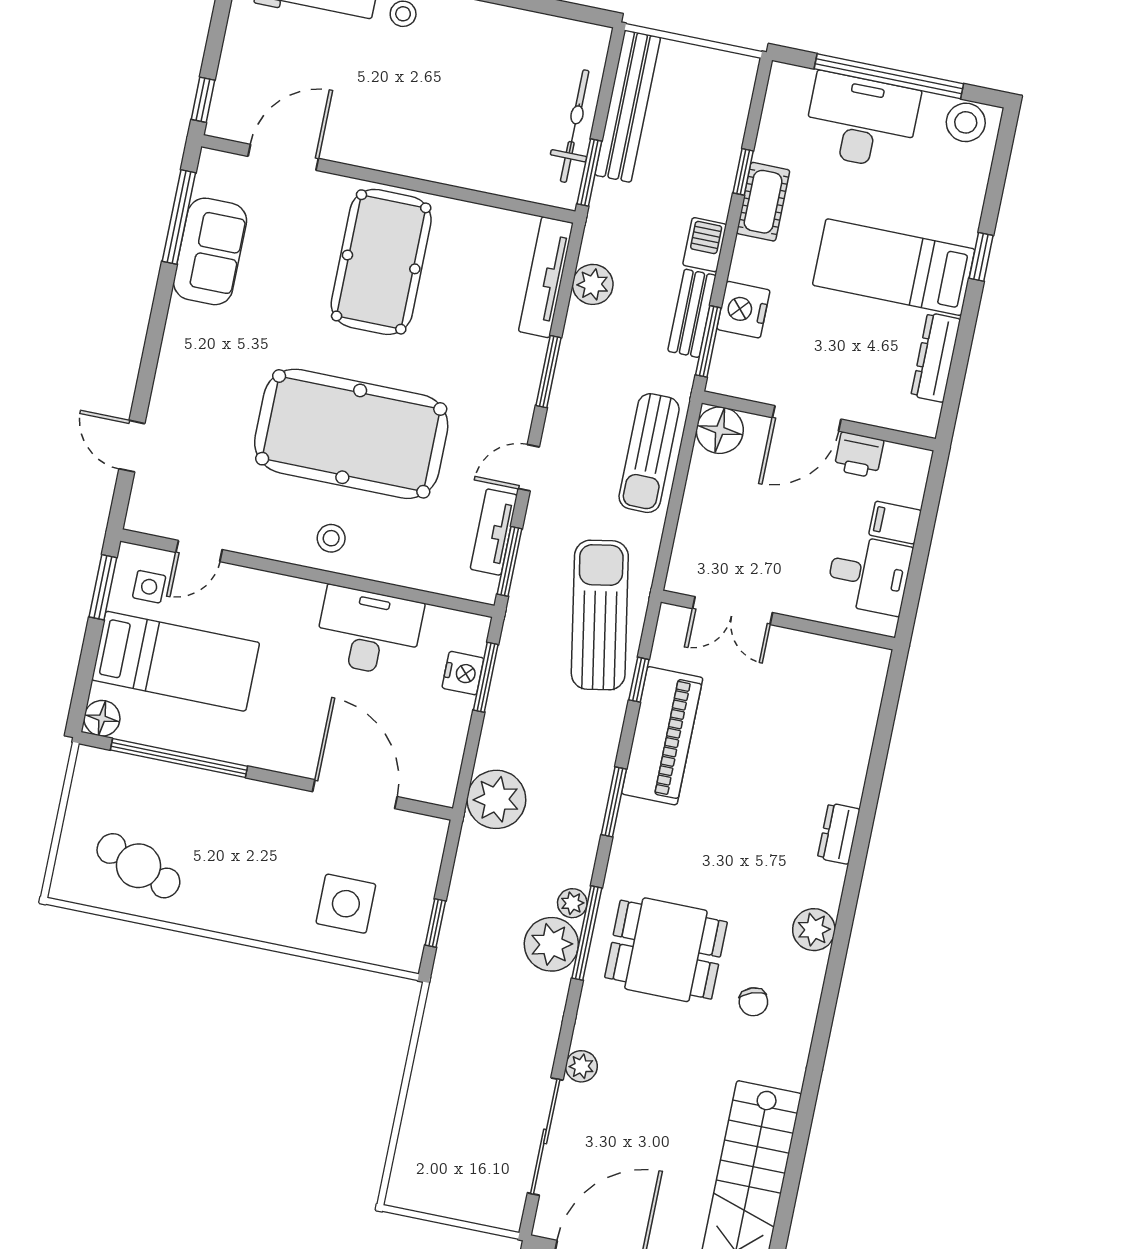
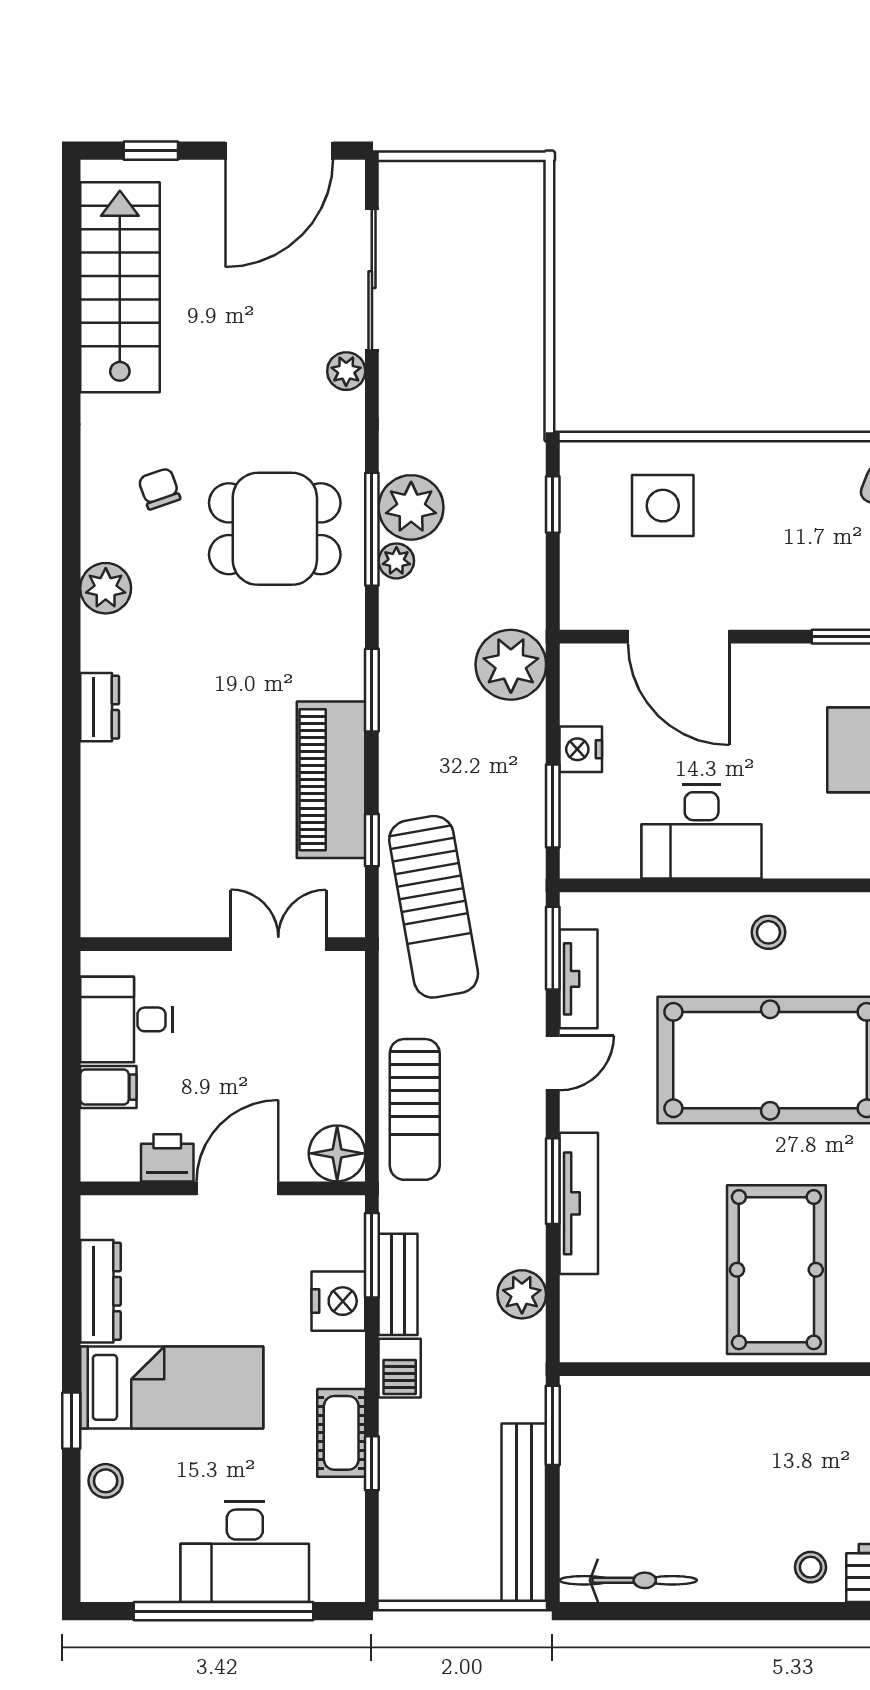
stool: (966, 122) -> (106, 1481), moved, width x0.73, depth x0.73
bicycle: (575, 126) -> (628, 1580), moved, turned -90
tv unit: (546, 277) -> (579, 1203), moved
sun lounger: (649, 453) -> (415, 1109), turned 180
nightstand: (463, 673) -> (581, 749), moved

